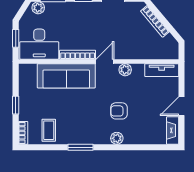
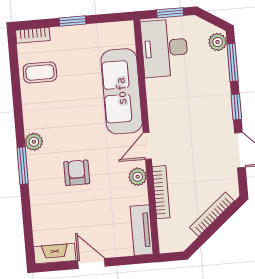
bookcase: (78, 55) -> (161, 192), moved
door: (105, 61) -> (147, 146), swing flipped
plant: (117, 138) -> (34, 142), moved
window: (80, 147) -> (23, 166), moved

